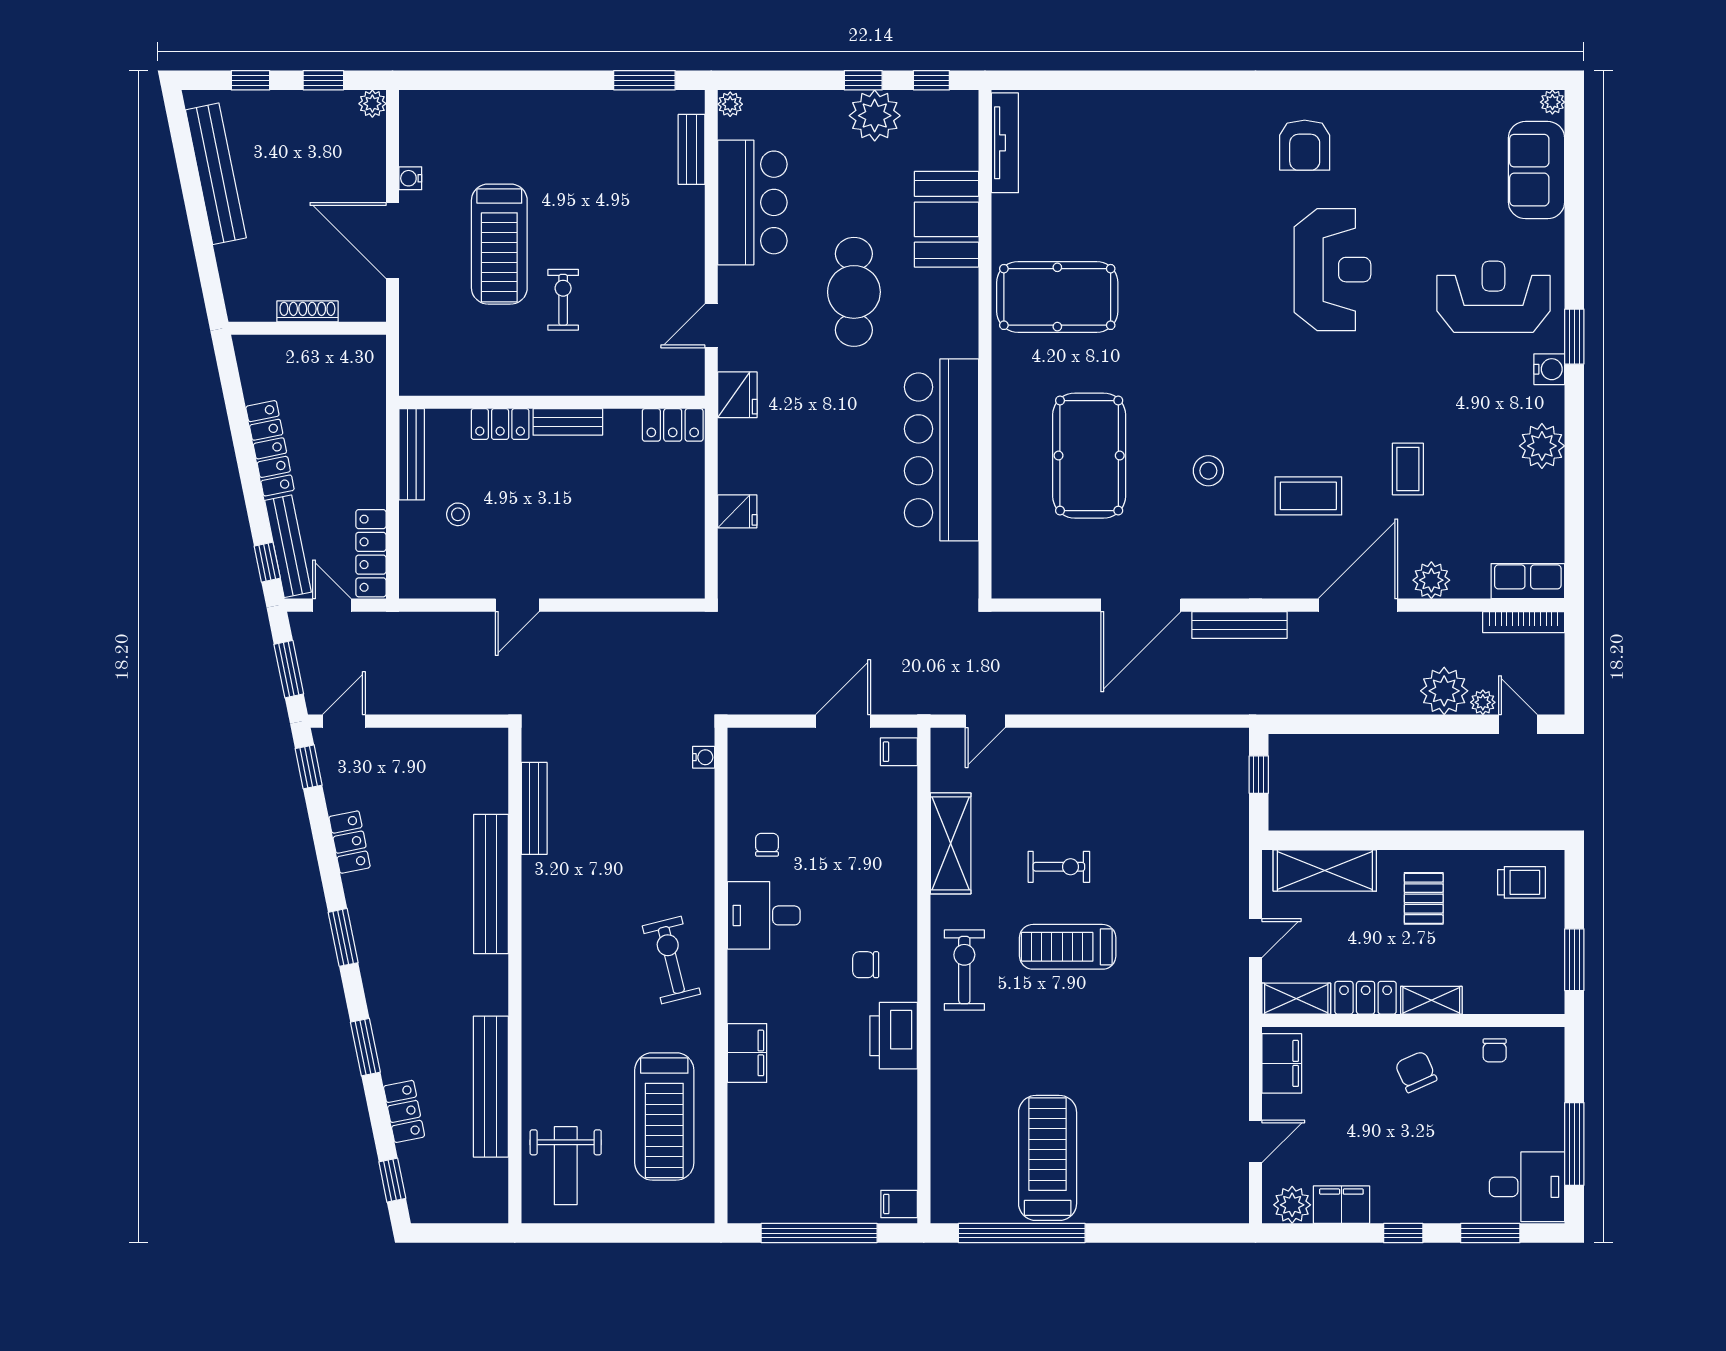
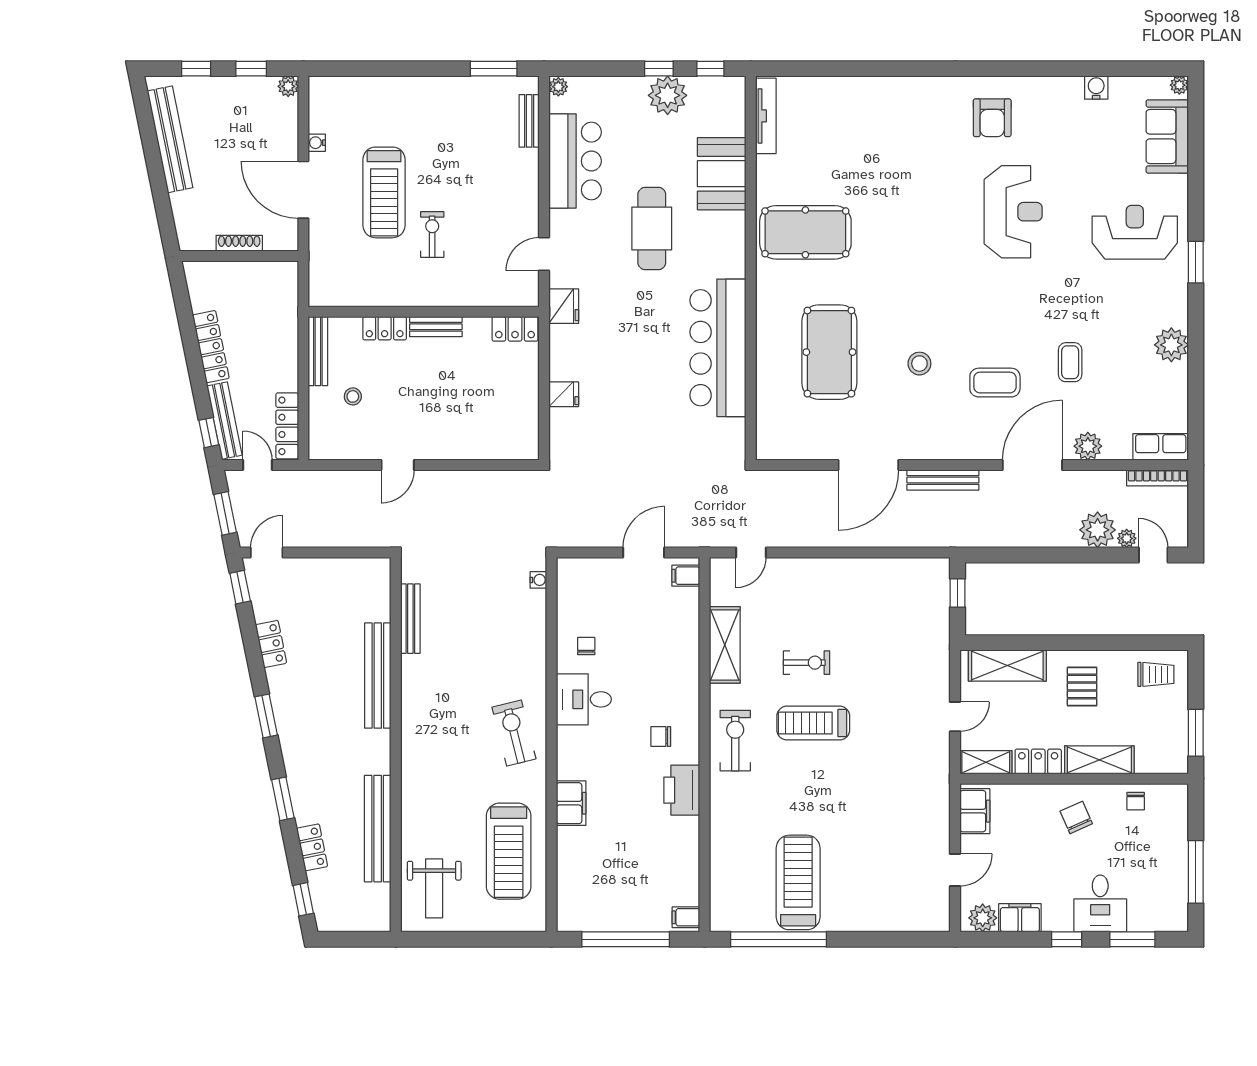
water cooler: (1549, 369) -> (1096, 88), moved, turned -90
shelving: (1431, 1000) -> (1099, 760), width x1.50, depth x1.33
desk: (1527, 1187) -> (1100, 903), moved, turned 90

